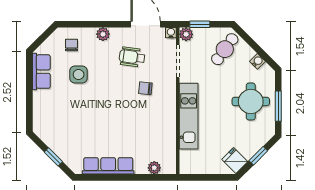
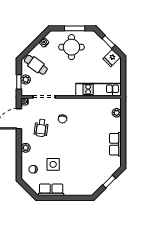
plant: (186, 34) -> (26, 80), moved
kitchen unit: (189, 116) -> (98, 89), moved
row of seats: (108, 166) -> (115, 144), width x0.68

